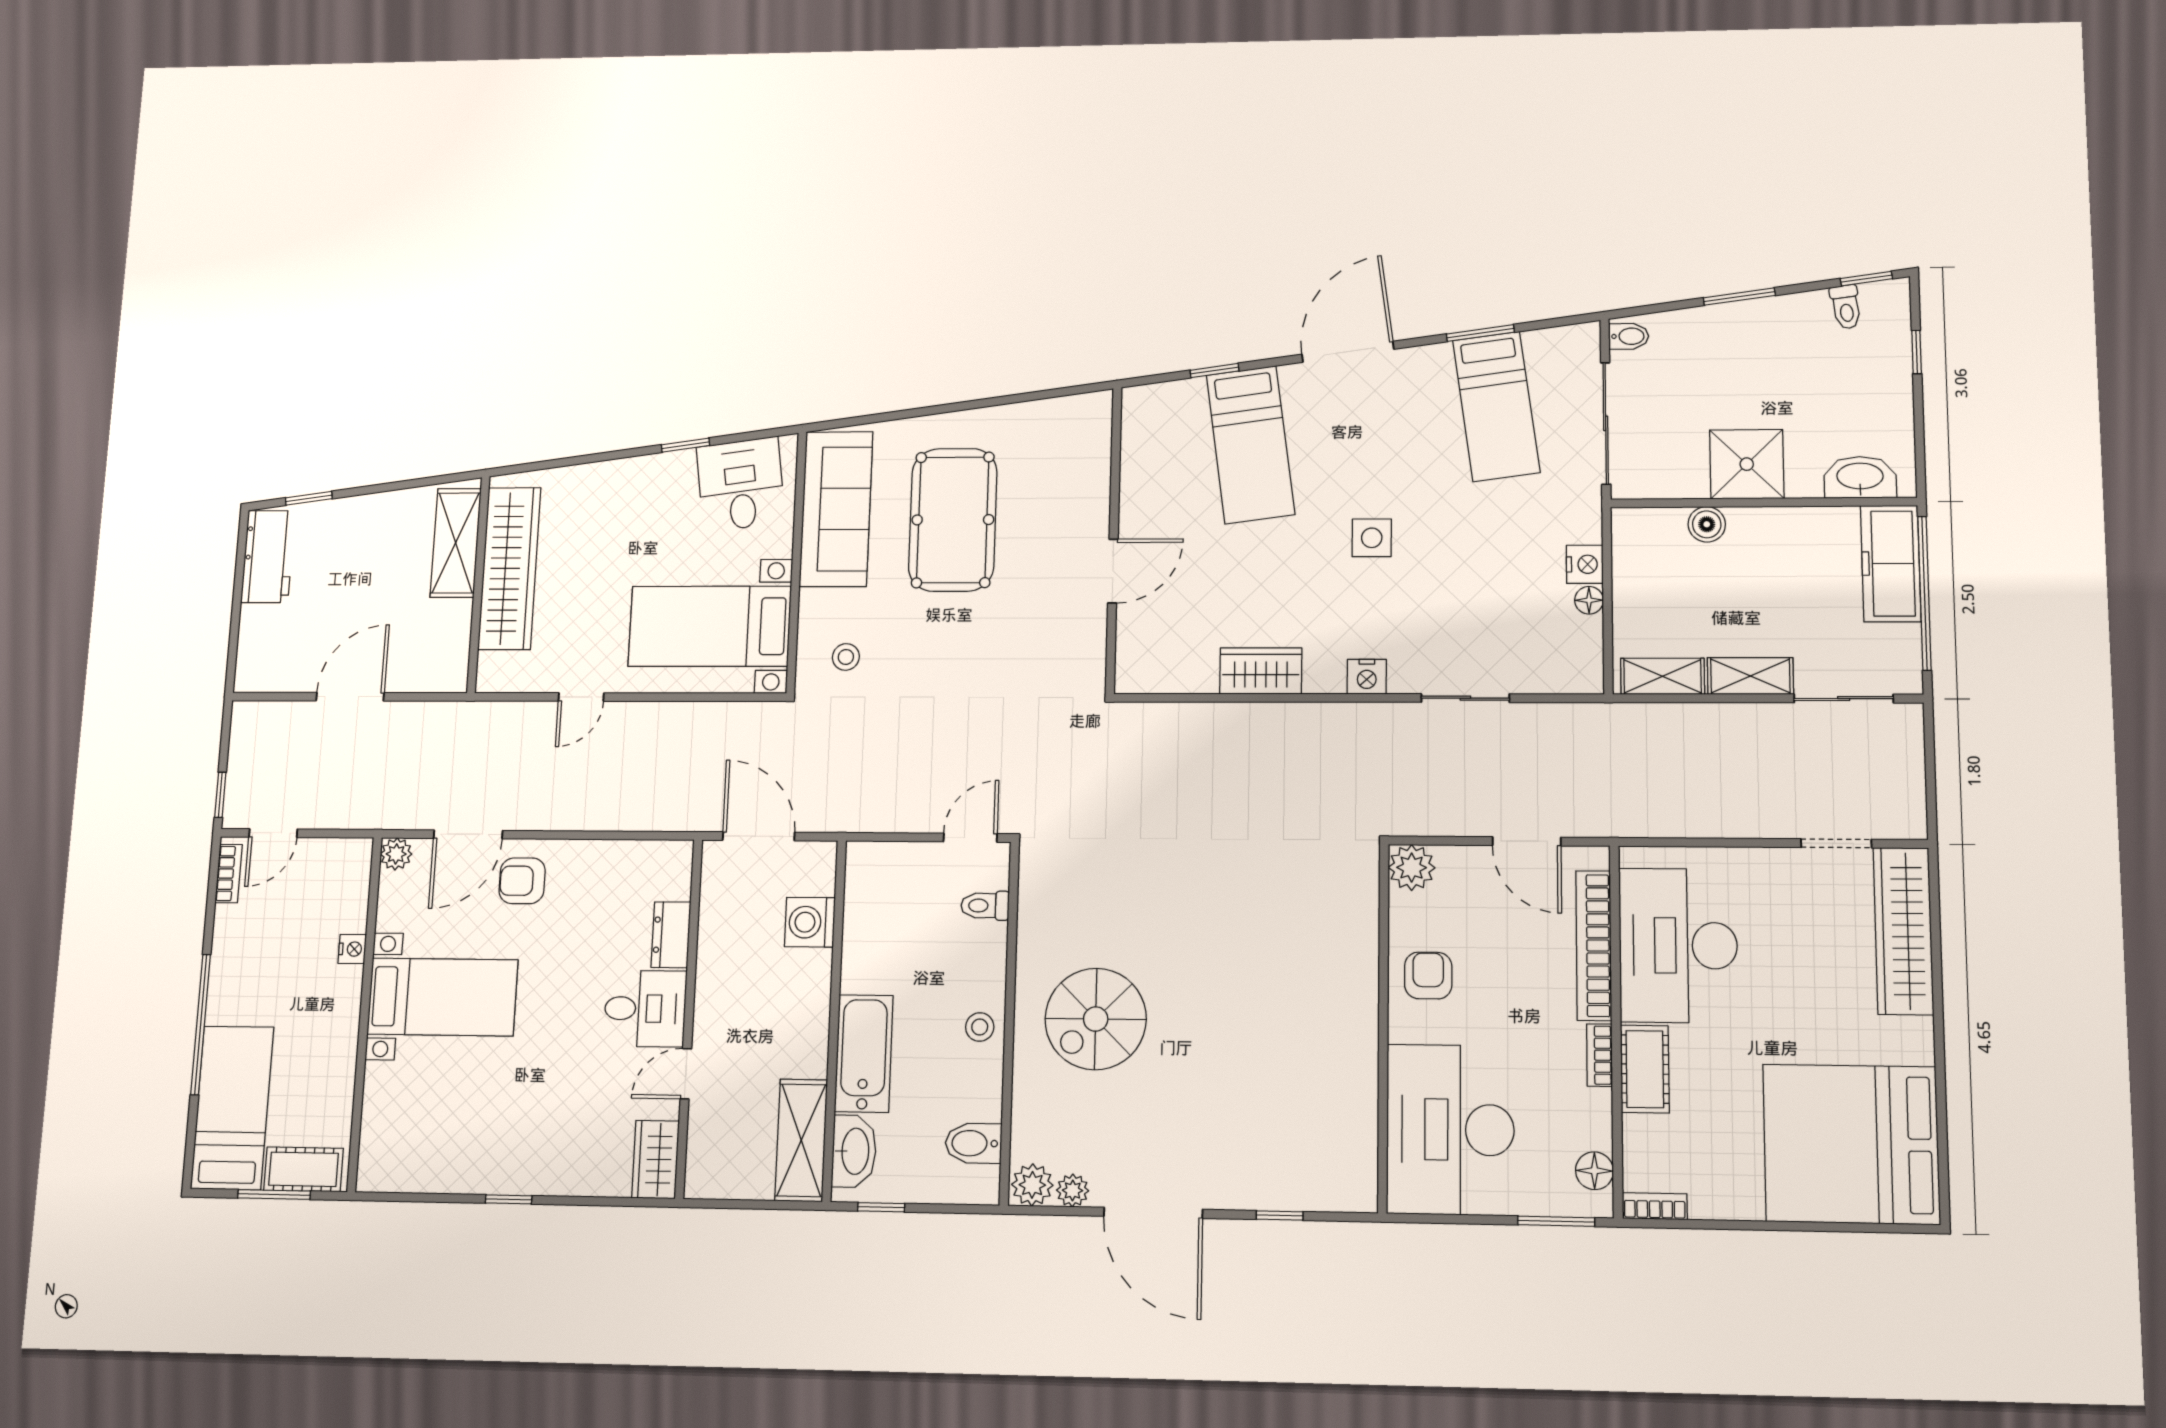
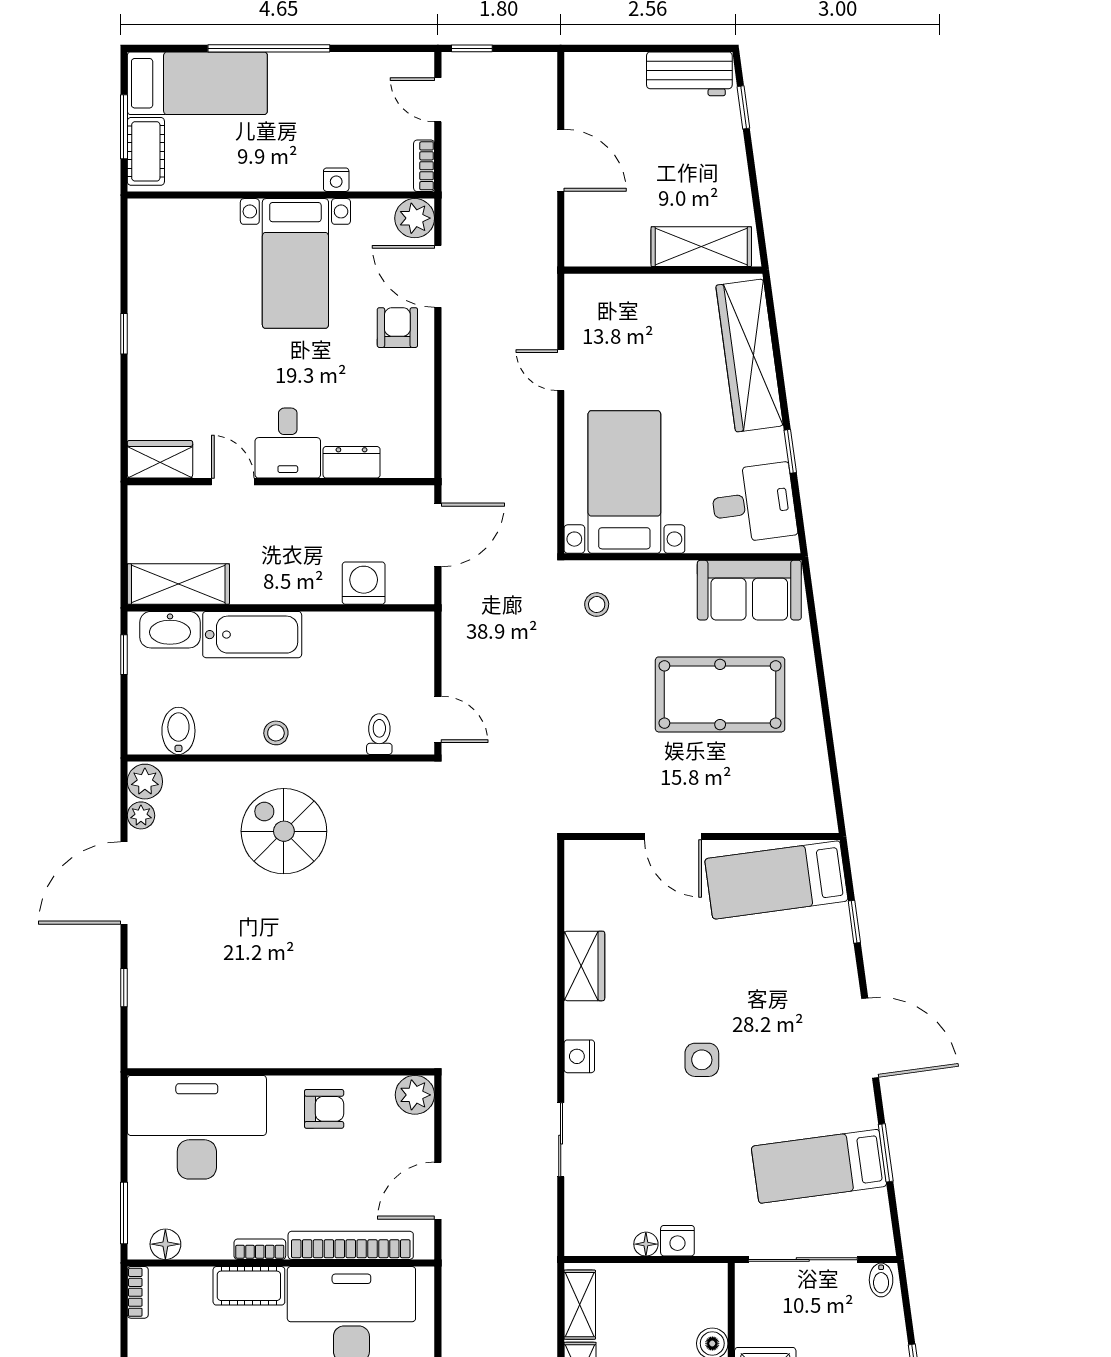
bed: (1250, 445) -> (776, 880), moved
sofa: (836, 509) -> (749, 590), width x0.73
wardrobe: (509, 568) -> (750, 355), moved, turned 82
plant: (396, 854) -> (415, 218), width x1.38, depth x1.38
bookcase: (229, 874) -> (424, 166), moved, turned 90

